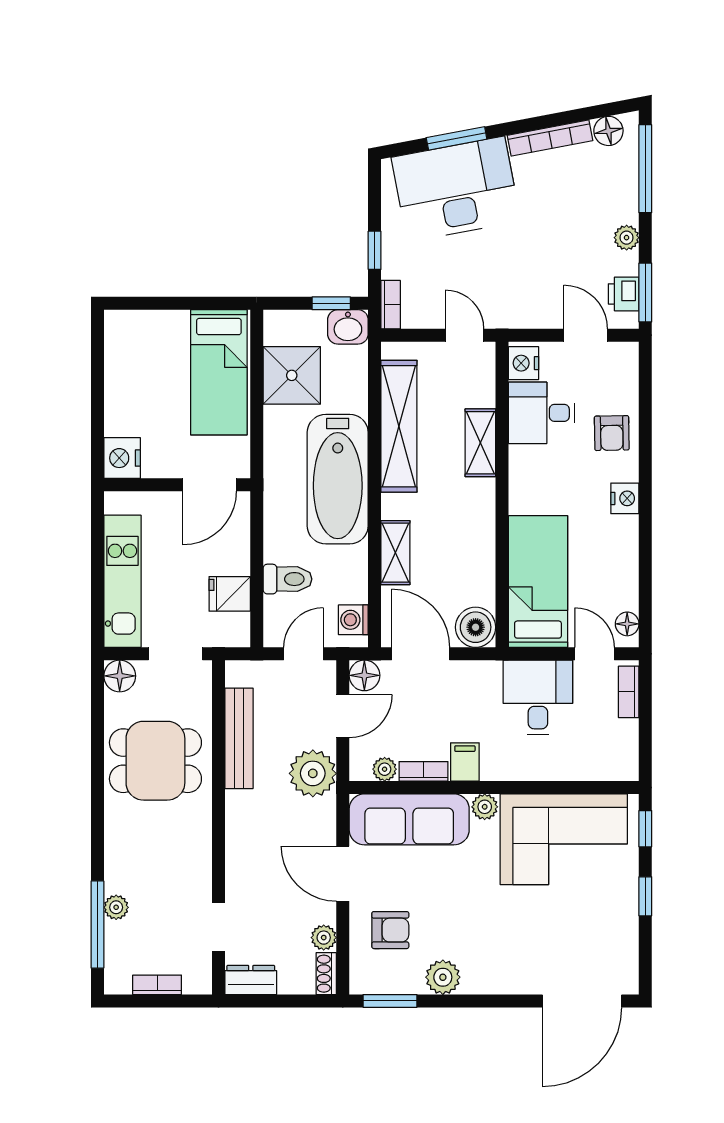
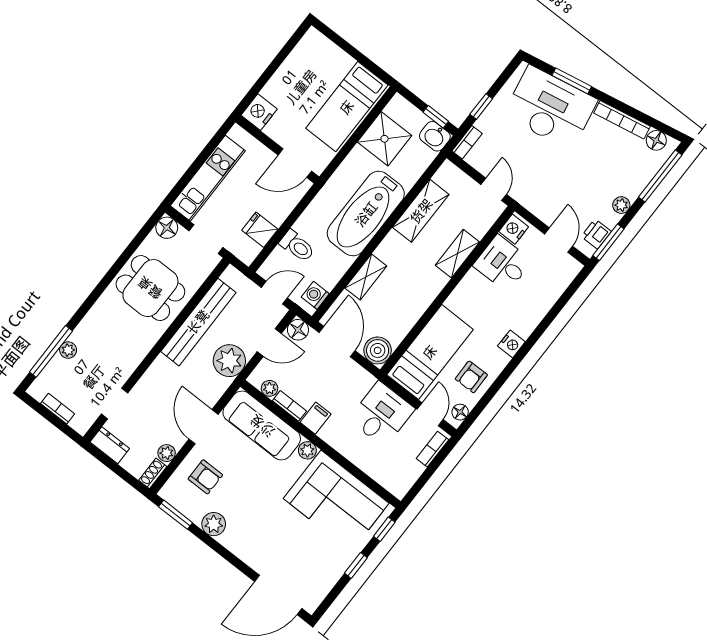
shelving: (399, 426) -> (421, 211), width x0.68
armchair: (612, 433) -> (471, 377), moved
bench: (239, 738) -> (198, 322), width x1.37, depth x1.21

